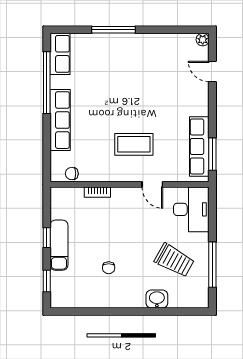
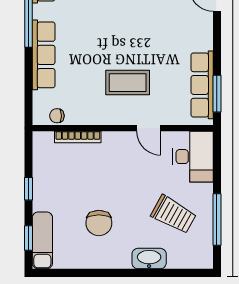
bookcase: (97, 192) -> (78, 137), width x1.56
exam couch: (59, 245) -> (42, 240), moved
chair: (109, 268) -> (99, 223), width x1.87, depth x1.87
washbasin: (157, 299) -> (149, 259), width x1.38

